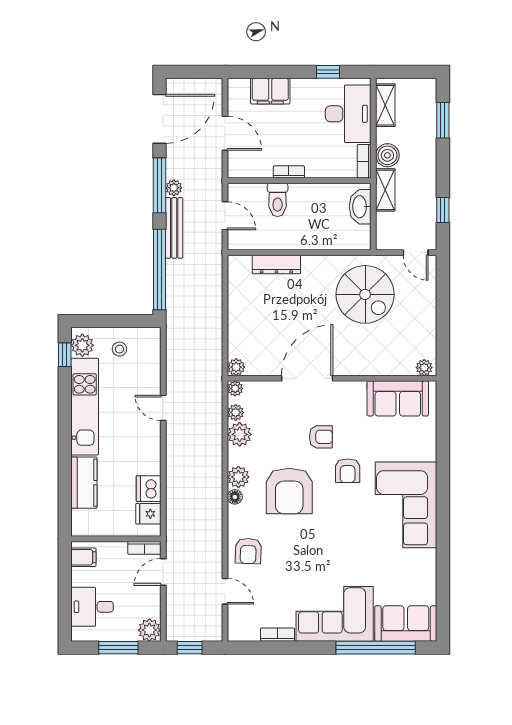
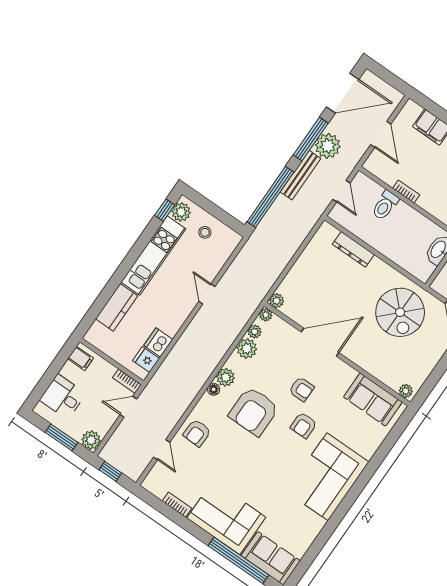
plant: (174, 188) -> (328, 146), width x1.87, depth x1.87

